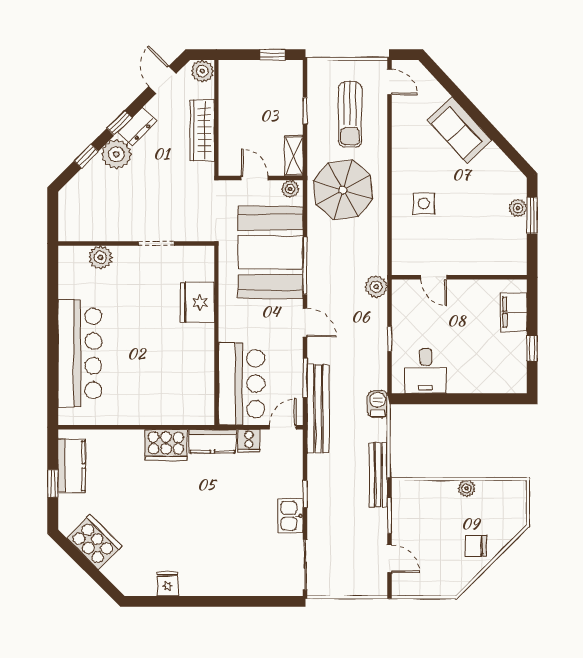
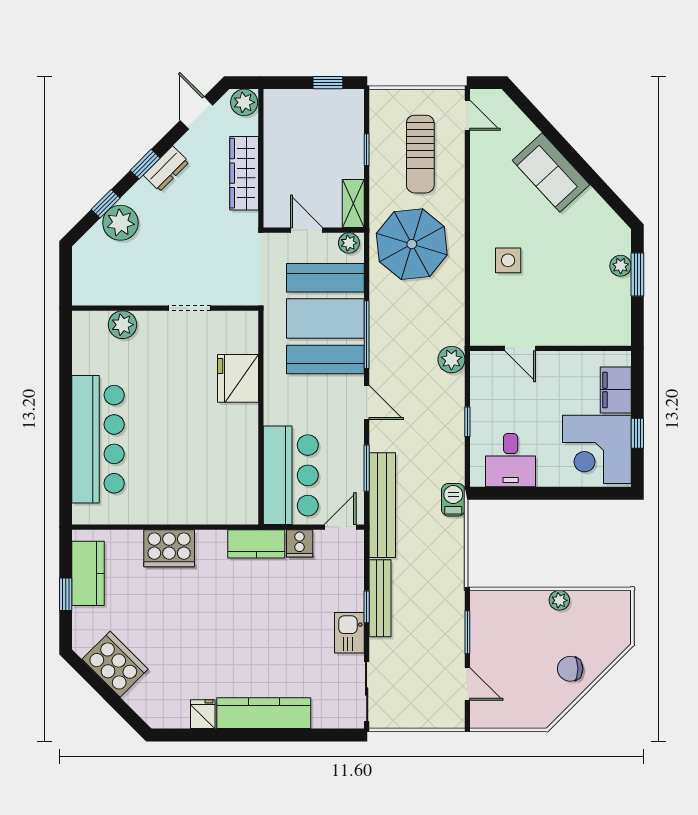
plant: (116, 154) -> (120, 223), moved
corner desk: (498, 362) -> (597, 449), added
cooker: (166, 445) -> (169, 548), moved
bench: (378, 475) -> (380, 598), moved
kitchen counter: (219, 583) -> (264, 713), added

